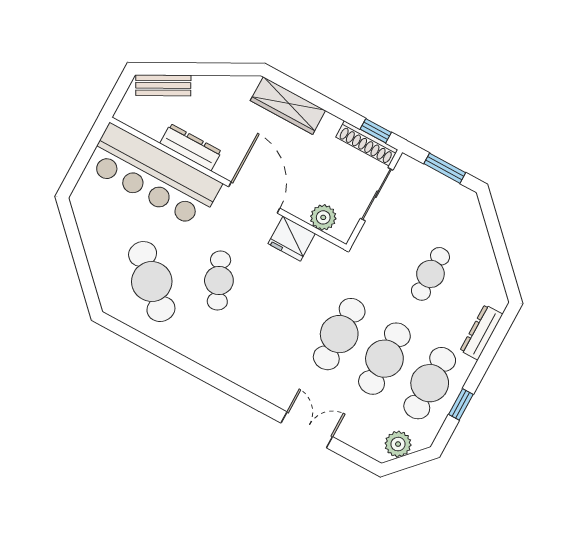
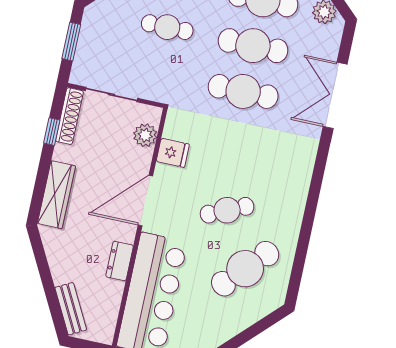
window: (376, 131) -> (52, 132), moved
dresser: (191, 147) -> (120, 261), width x0.70
fridge: (292, 239) -> (173, 153), width x0.72
double door: (307, 430) -> (335, 95), width x1.37

